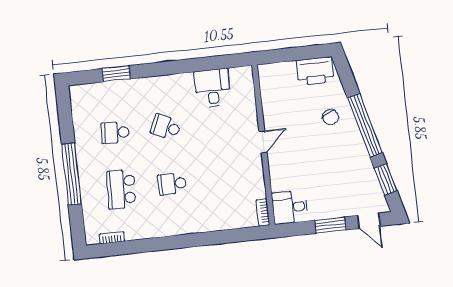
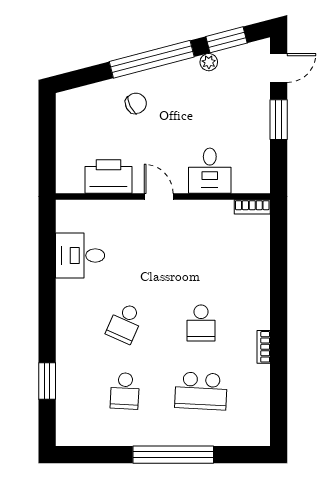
printer: (315, 71) -> (108, 177), moved, turned -90
plant: (367, 168) -> (209, 62), added
desk: (290, 207) -> (210, 171), moved
bookcase: (112, 238) -> (264, 347), moved

